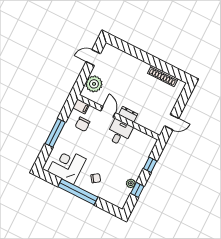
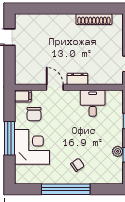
plant: (94, 84) -> (25, 65), removed
desk: (119, 133) -> (93, 103), moved
corner desk: (67, 165) -> (32, 147), moved, turned 90

